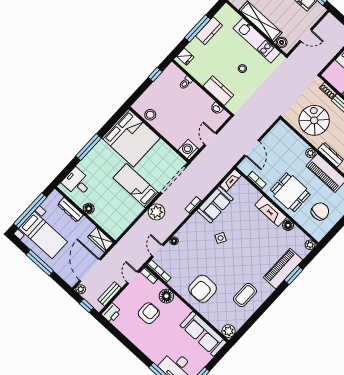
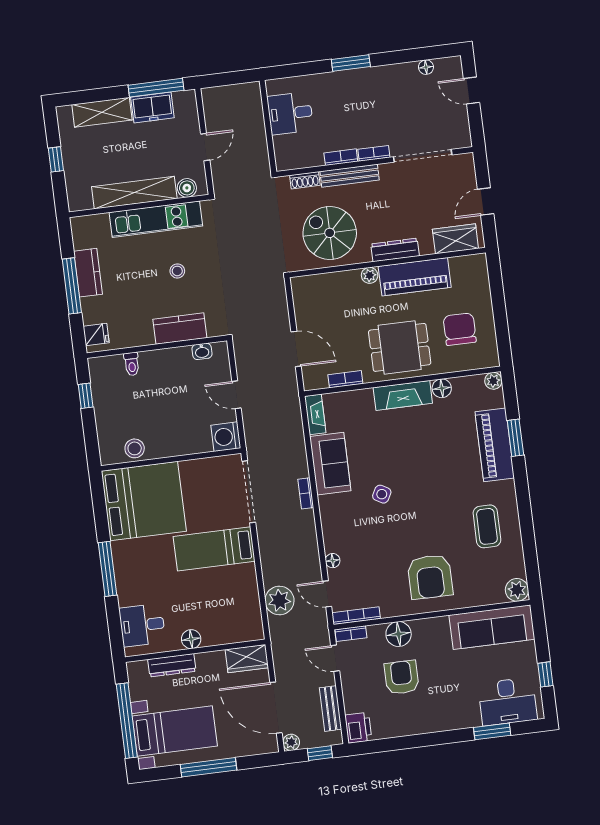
plant: (156, 212) -> (279, 600), moved

